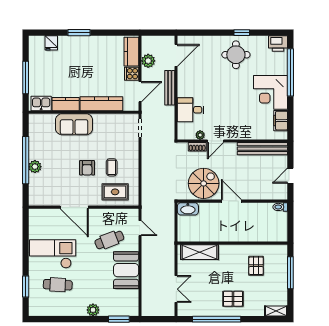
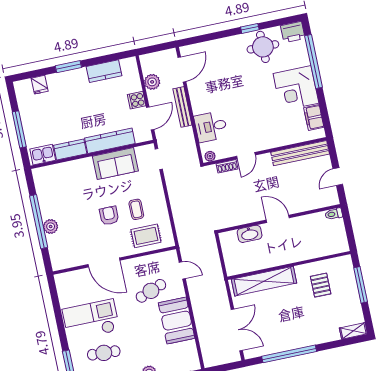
kitchen counter: (131, 52) -> (104, 71), moved, turned -90
round table: (236, 55) -> (263, 47), moved
sofa: (74, 124) -> (115, 164), moved
plant: (200, 135) -> (210, 156), moved
armchair: (87, 168) -> (109, 216), turned 180
spiral stairs: (204, 183) -> (243, 206), removed
washbasin: (188, 209) -> (250, 234), moved
shelving: (199, 252) -> (264, 281), width x1.47
double door: (176, 289) -> (237, 330), width x1.37
pallet: (233, 299) -> (303, 327), removed

